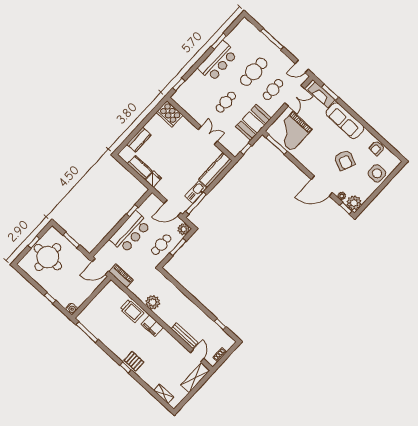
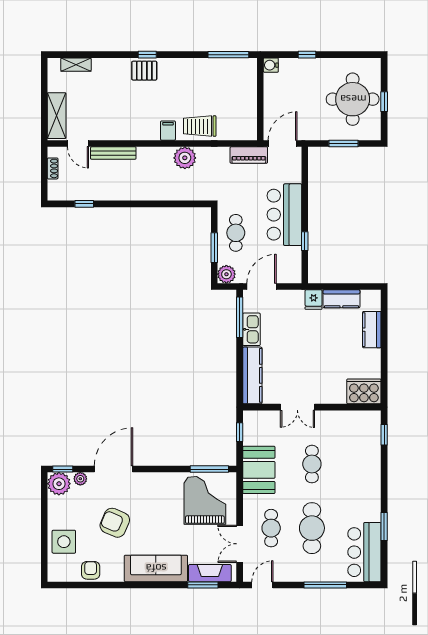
bar counter: (218, 61) -> (364, 552), moved
filing cabinet: (152, 326) -> (168, 131), width x0.50

